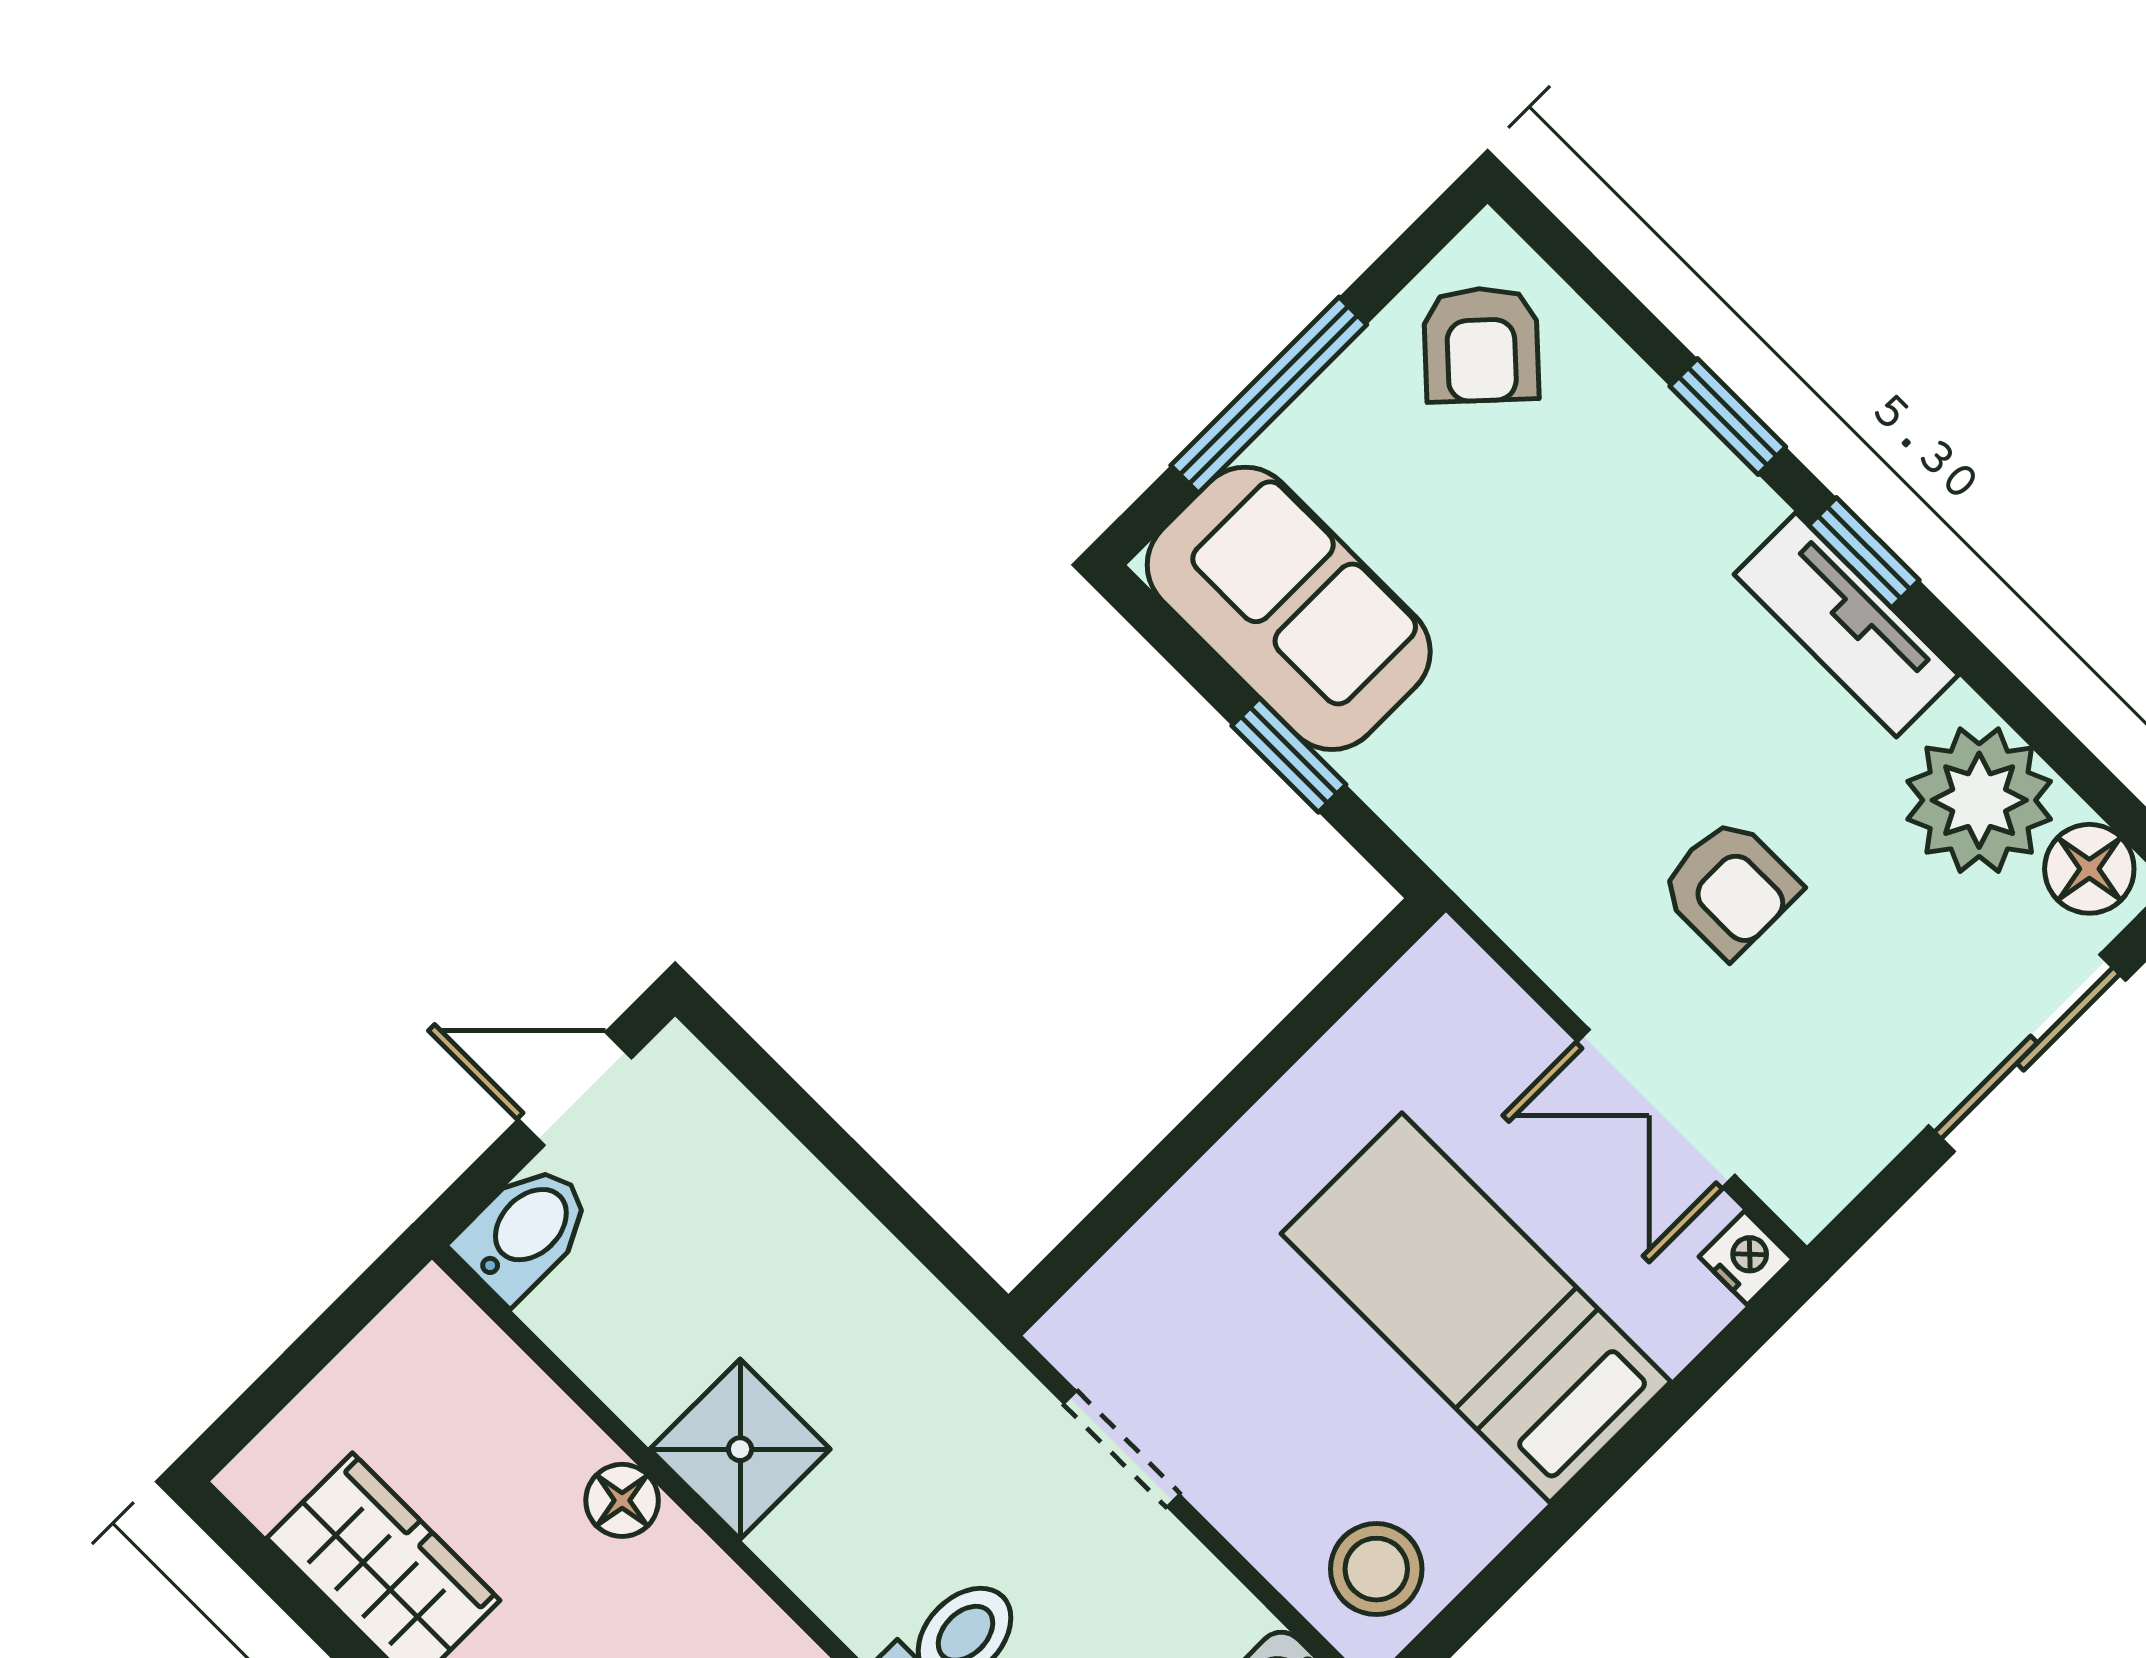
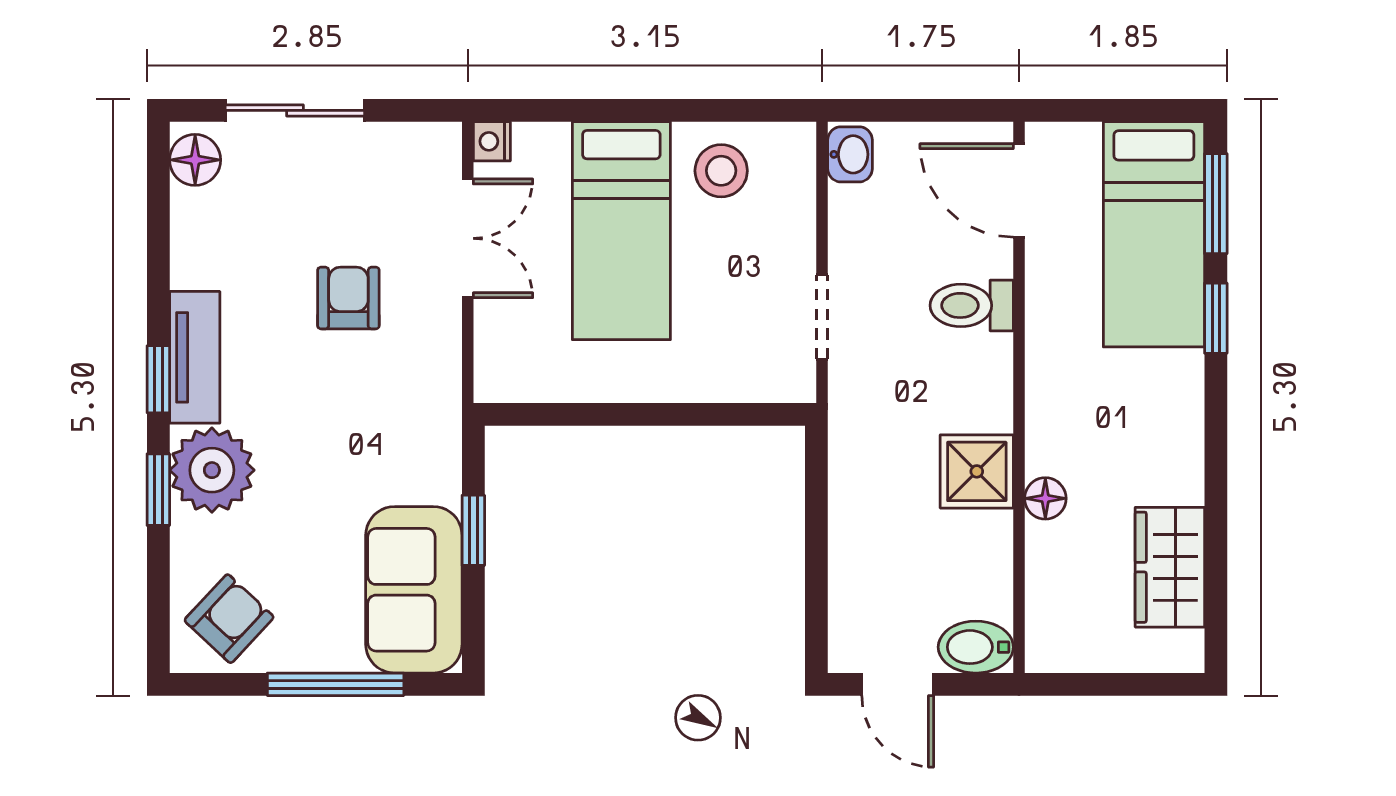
plant: (1979, 800) -> (212, 470), moved
stool: (1376, 1569) -> (721, 171), moved

